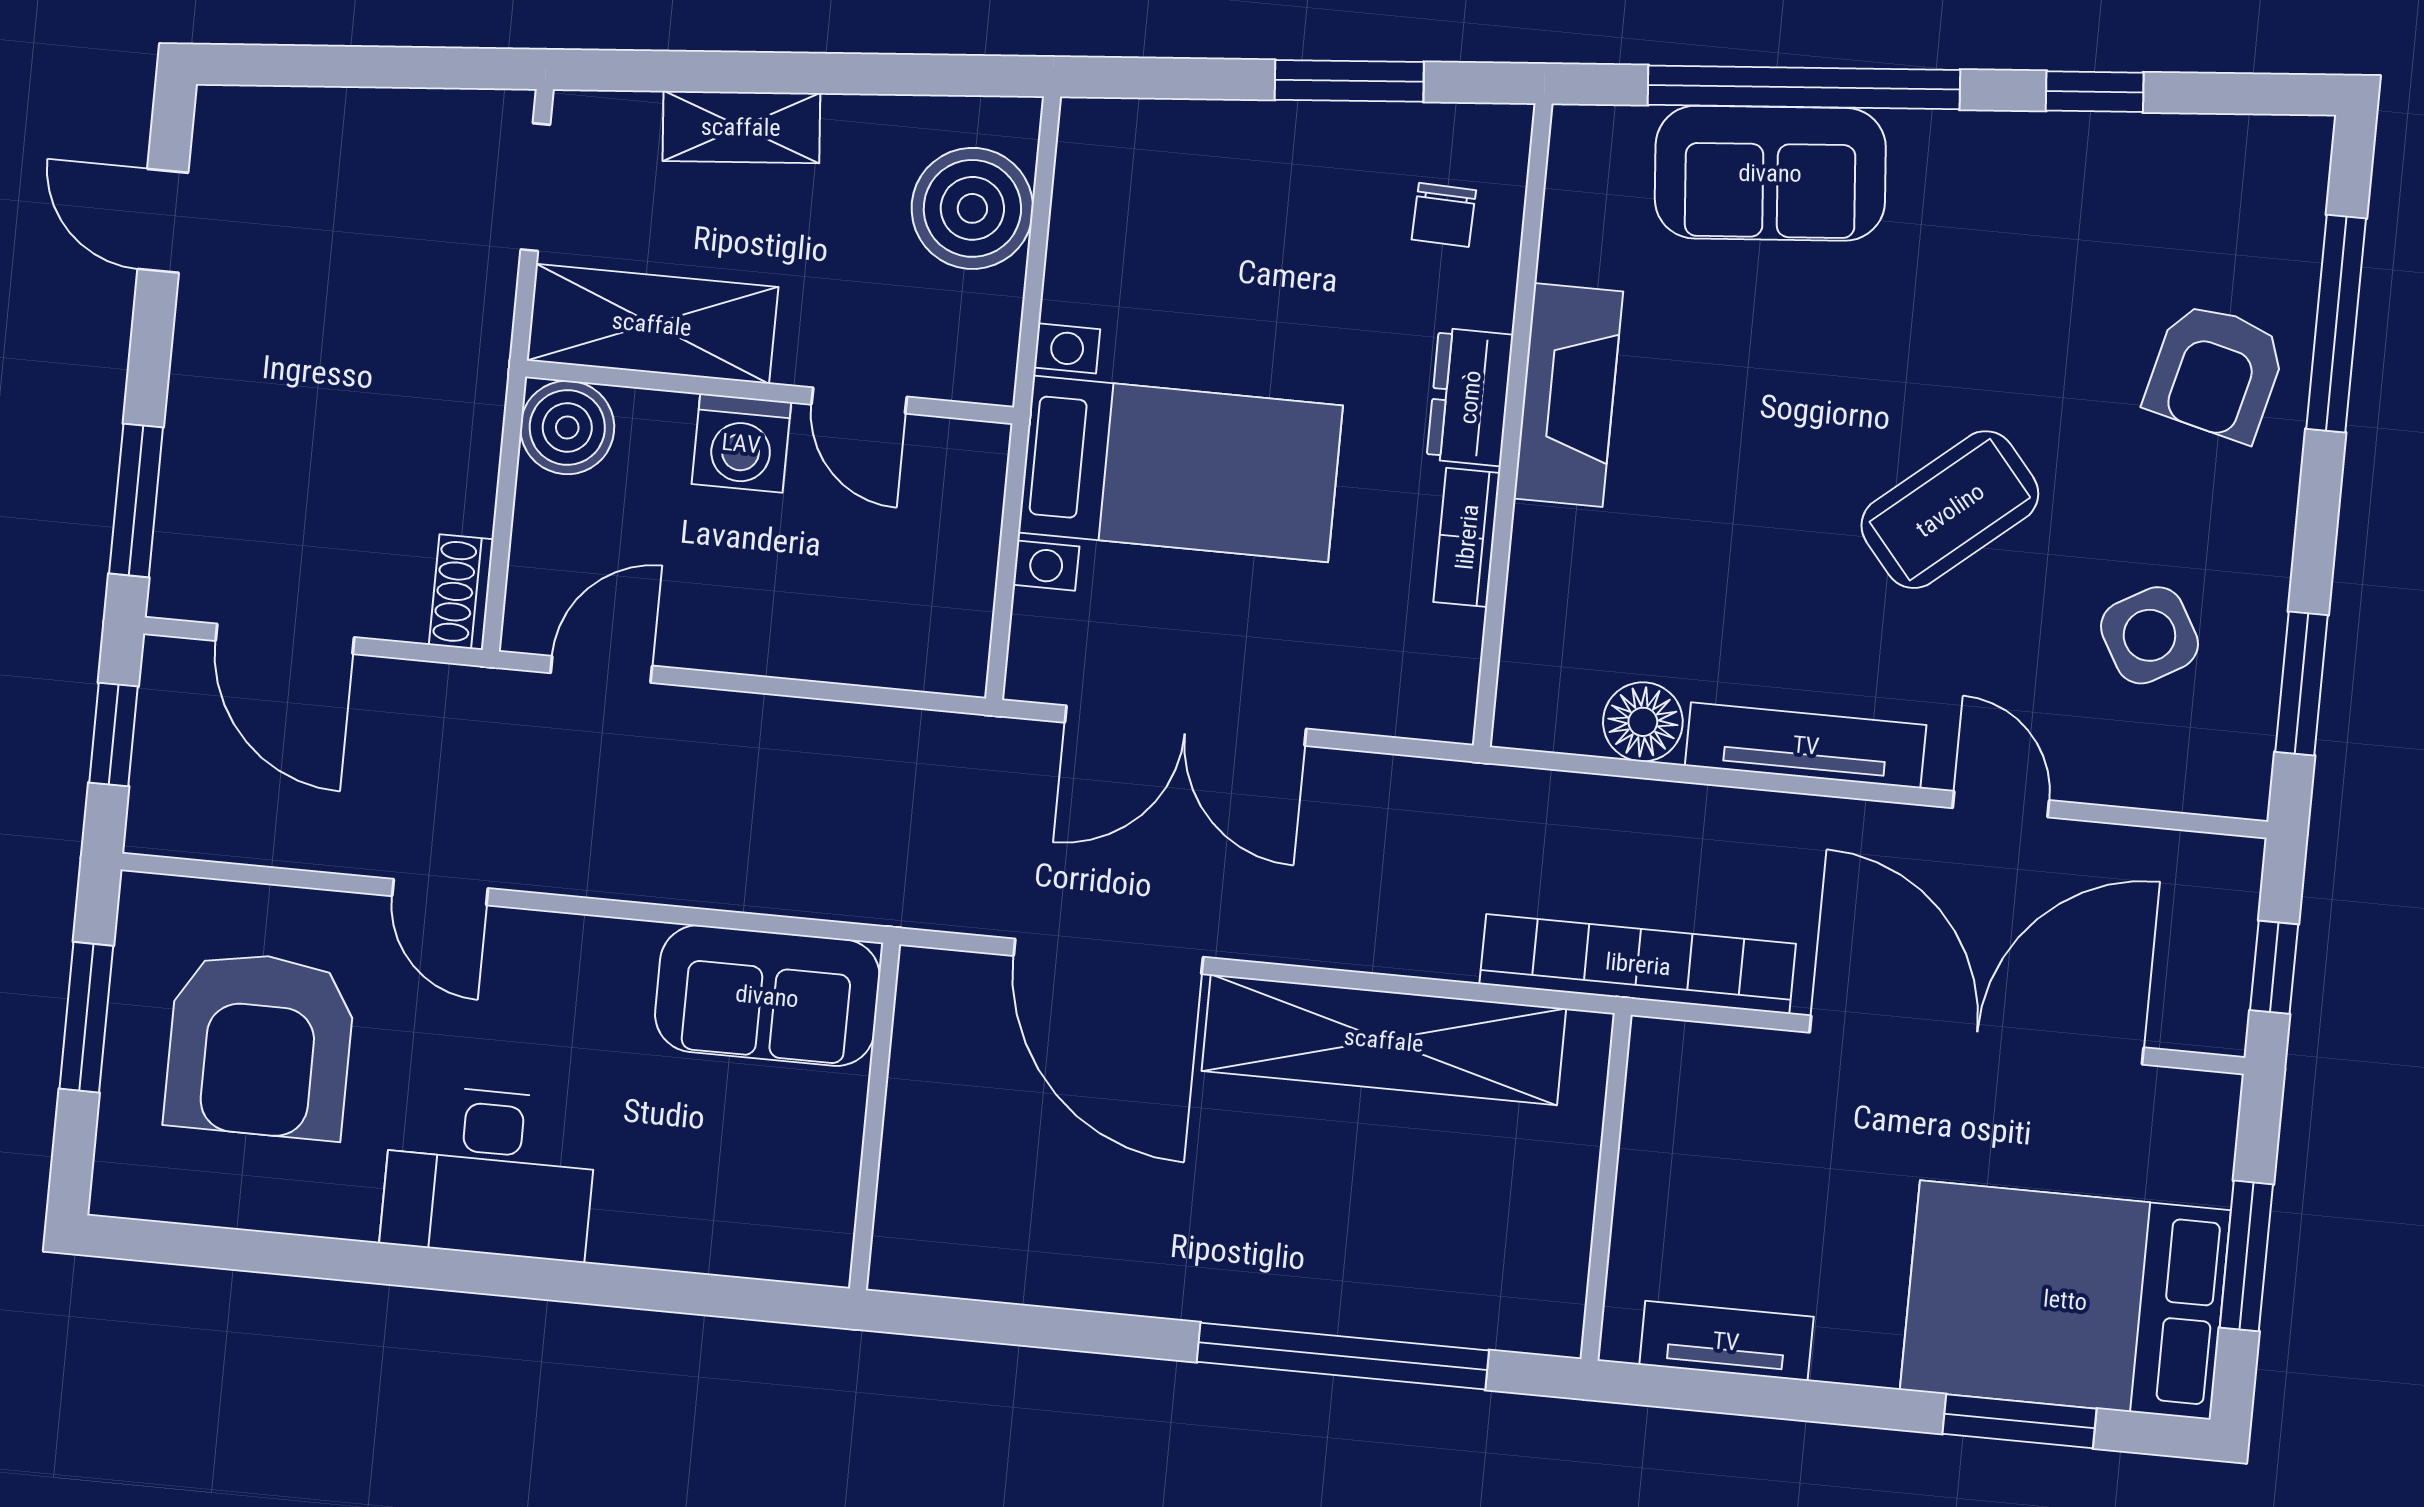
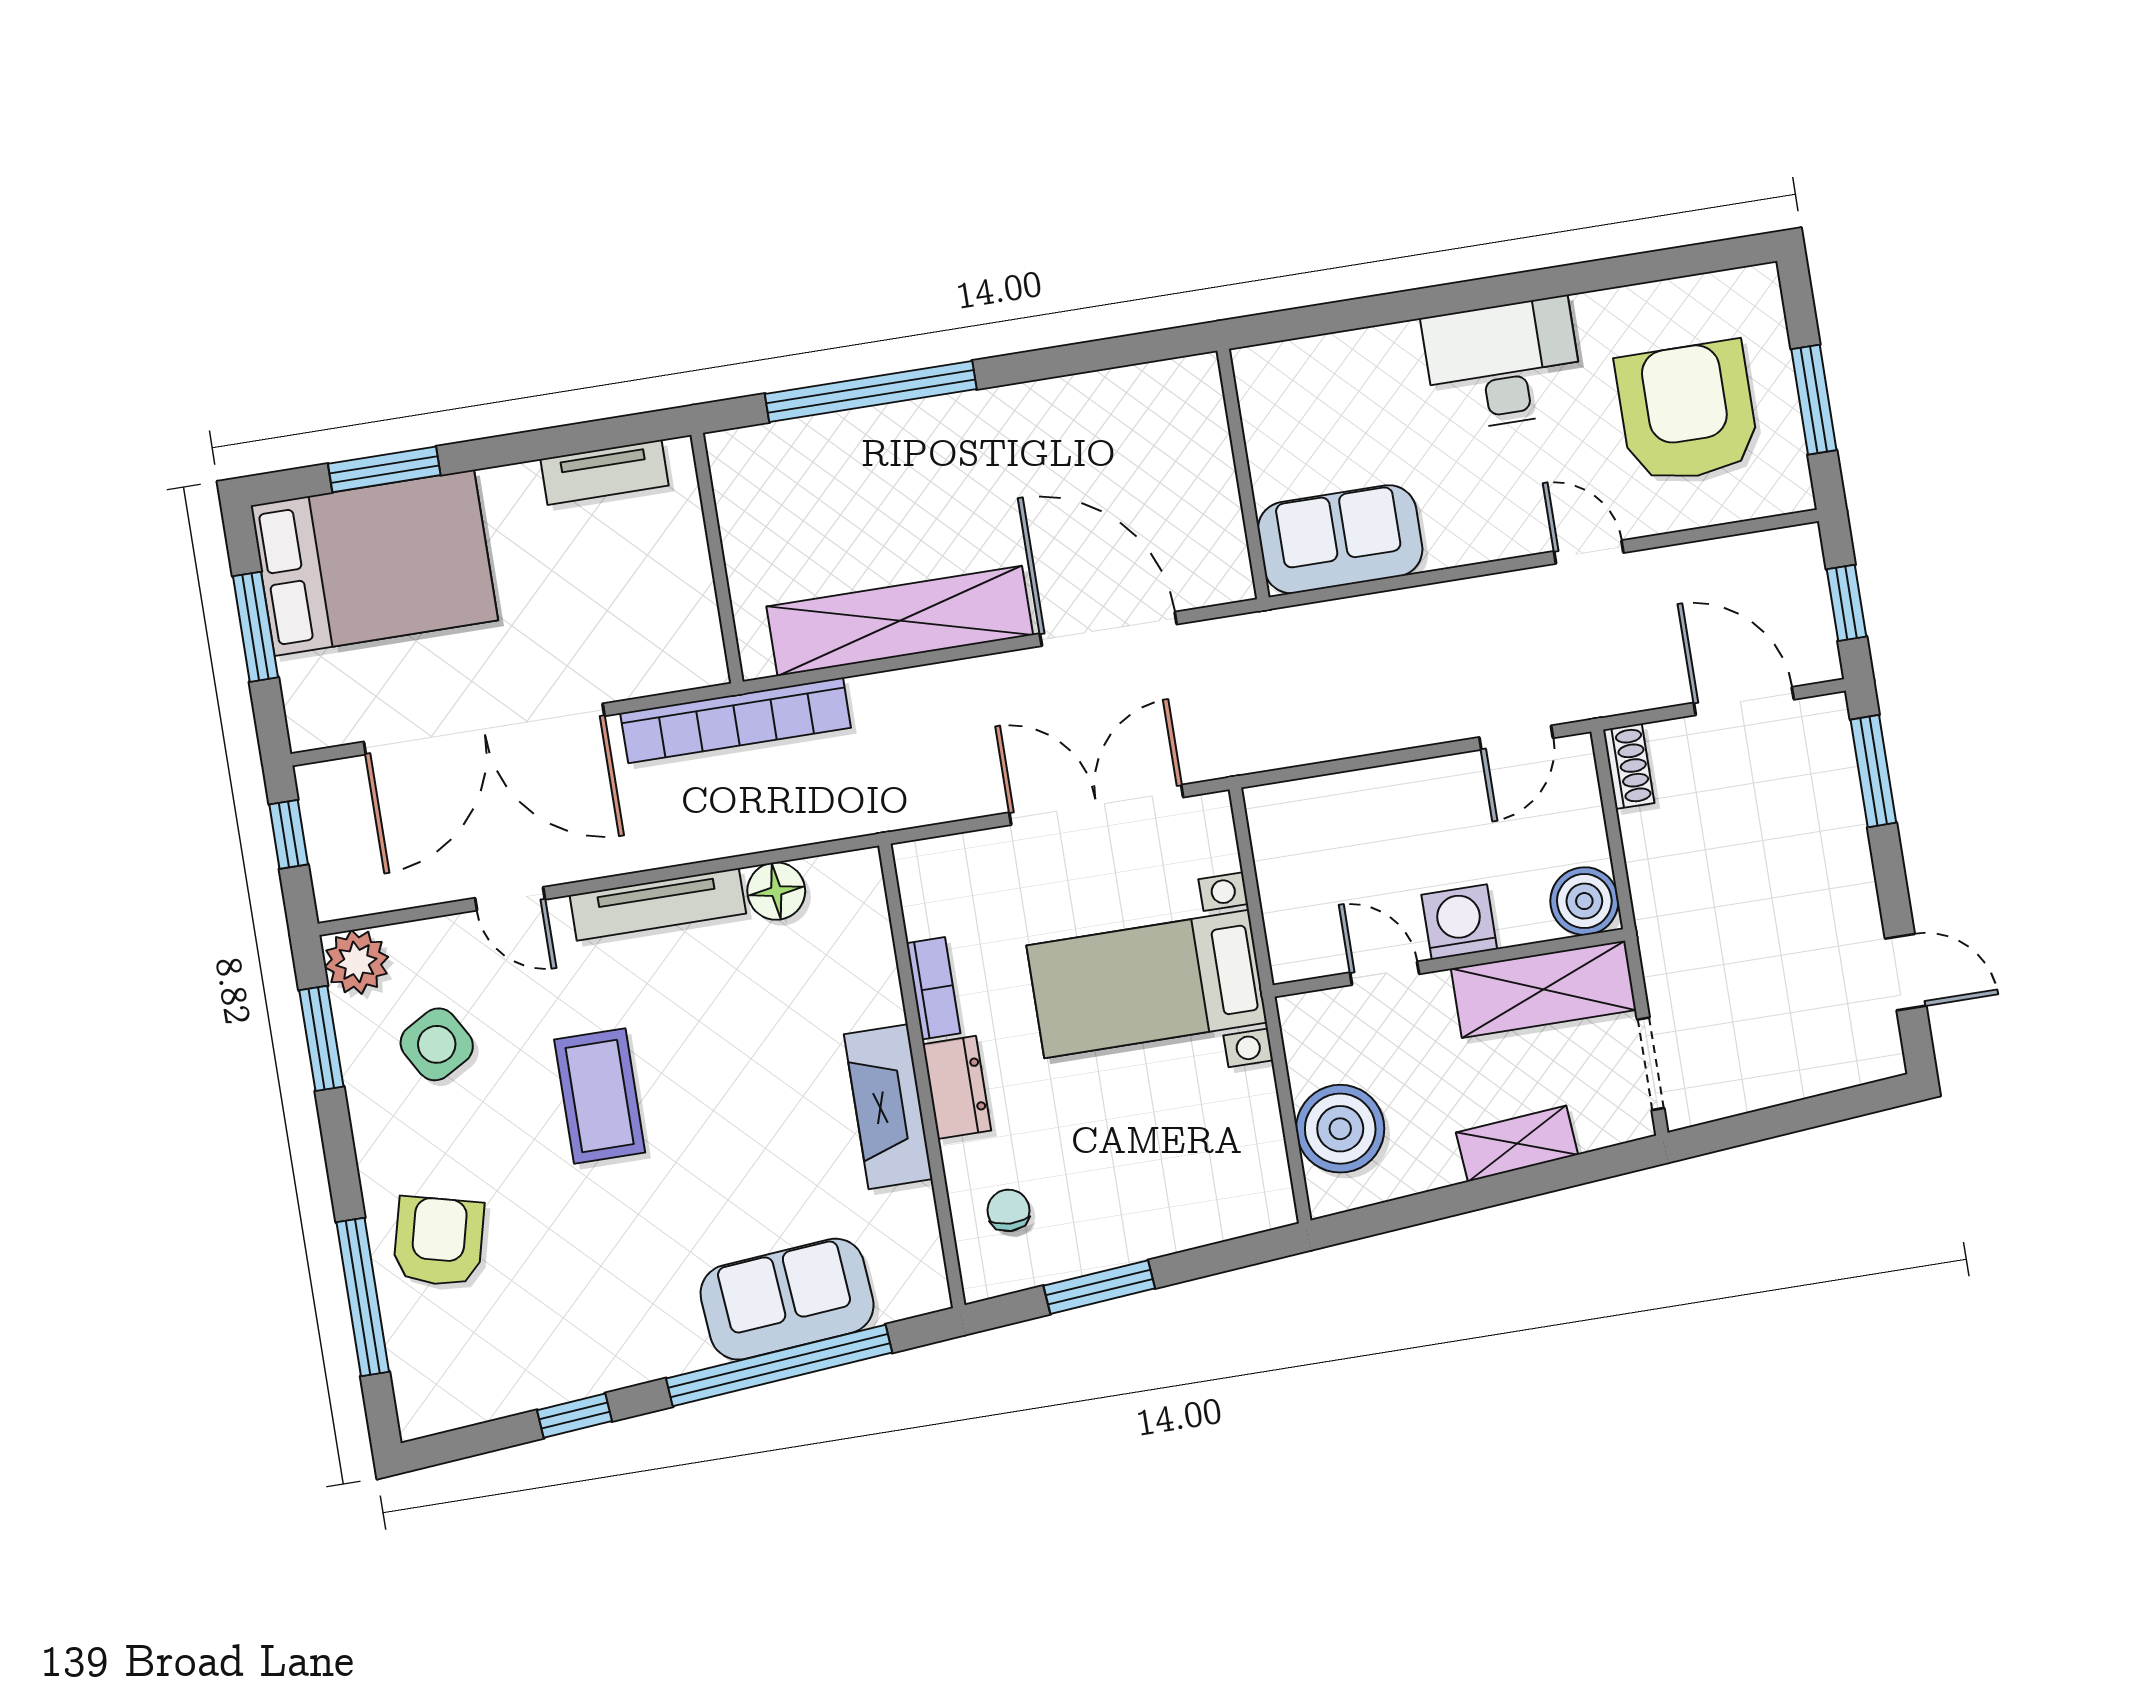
coffee table: (1950, 510) -> (600, 1096), turned -50
plant: (2228, 773) -> (356, 962), added

